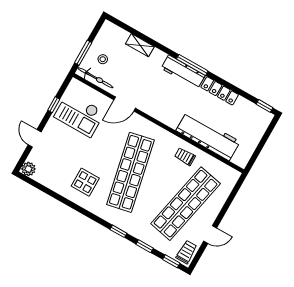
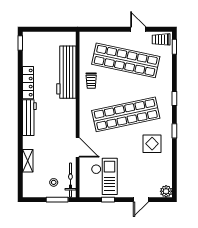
window: (192, 65) -> (20, 114), removed
window: (145, 246) -> (174, 131), moved

